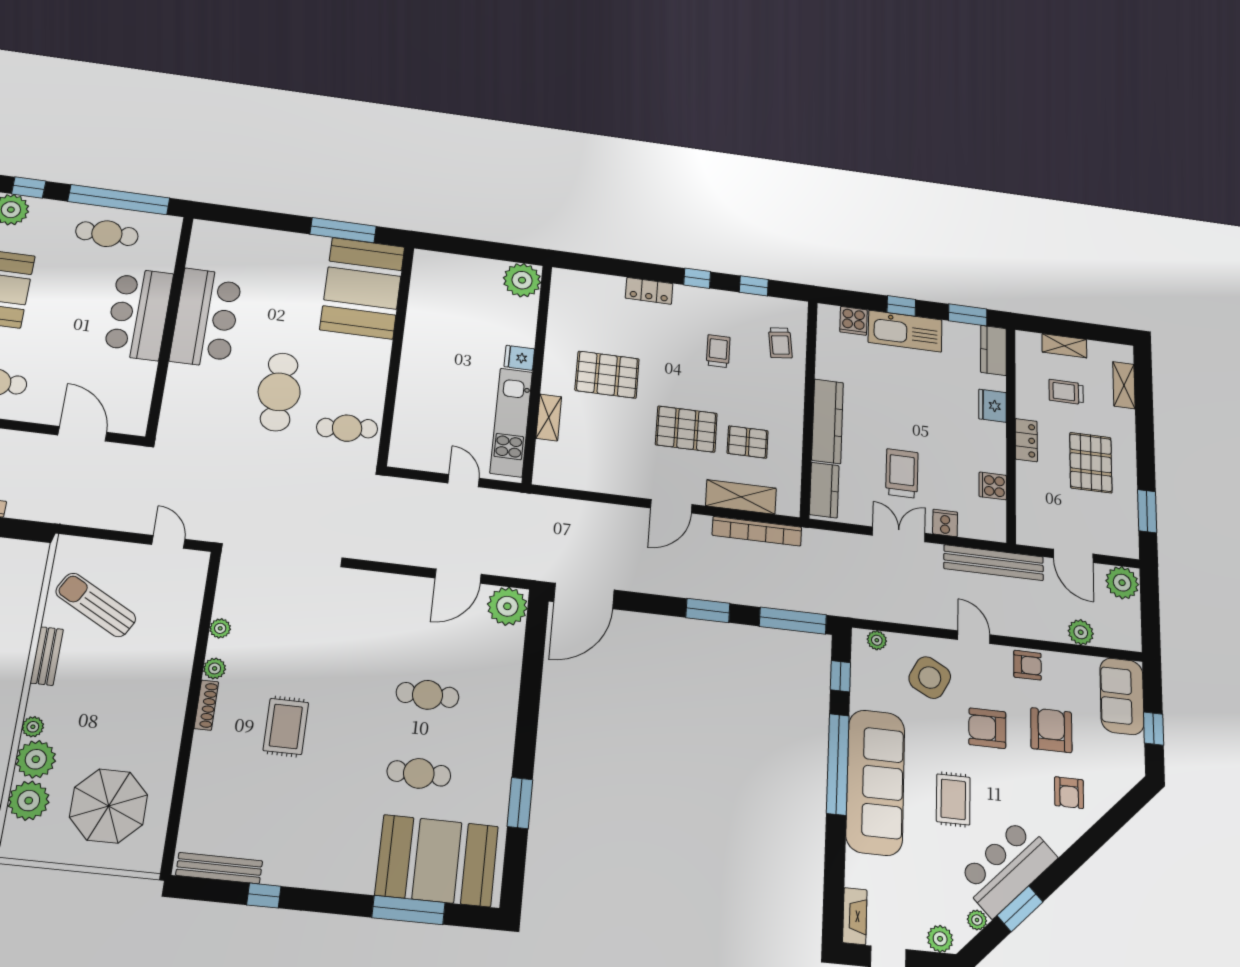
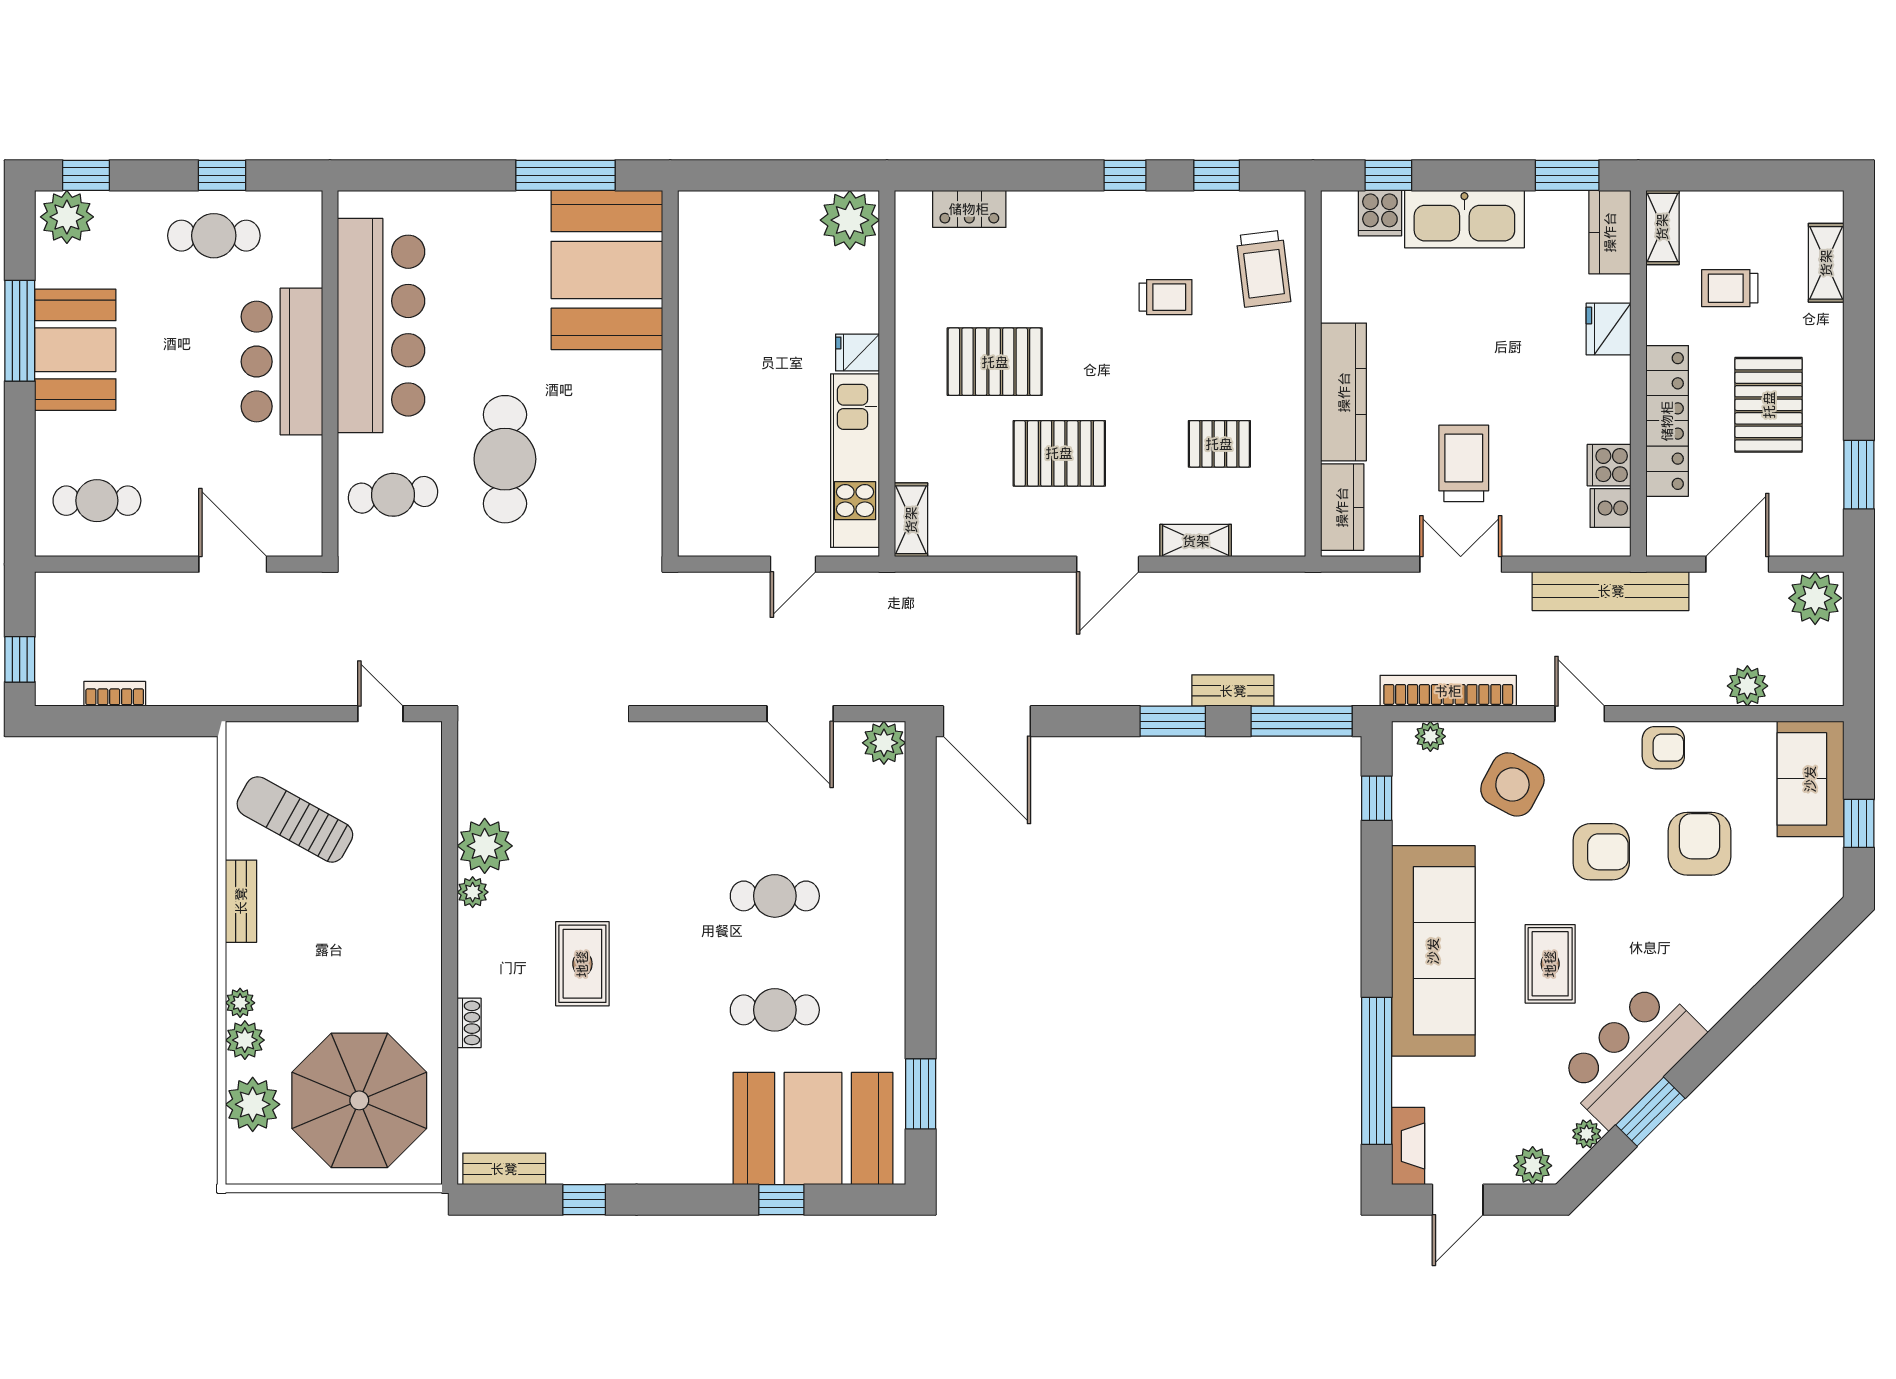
window: (119, 200) -> (222, 175), width x0.32
locker: (649, 291) -> (969, 209), moved
window: (901, 306) -> (1388, 175), moved
bar counter: (206, 318) -> (381, 326), width x1.36
trolley: (780, 343) -> (1263, 269), width x1.36, depth x1.39
shelving: (1064, 346) -> (1662, 227), moved, turned 90
trolley: (718, 351) -> (1166, 297), turned 90
shelving: (549, 417) -> (911, 520), moved
cafe table: (347, 428) -> (393, 495), moved
pallet: (686, 429) -> (1059, 453), moved
locker: (1026, 440) -> (1667, 421), width x2.16, depth x1.21
door: (464, 481) -> (793, 564), swing flipped
shelving: (741, 497) -> (1196, 541), width x0.67, depth x0.75
cooker: (945, 523) -> (1610, 508), moved, turned -90
bookcase: (757, 531) -> (1448, 691), moved, turned 180
door: (1073, 556) -> (1737, 564), swing flipped
door: (458, 576) -> (800, 714), hinge flipped
door: (584, 596) -> (987, 721), hinge flipped
bench: (749, 596) -> (1233, 691), added
plant: (507, 606) -> (884, 743), width x0.73, depth x0.73
plant: (220, 628) -> (485, 846), width x1.88, depth x1.88
shoe rack: (206, 705) -> (469, 1023), moved, width x0.70
armchair: (987, 728) -> (1601, 852), turned 180
plant: (36, 759) -> (245, 1040), width x0.73, depth x0.73
window: (838, 764) -> (1377, 1071), moved
armchair: (1069, 793) -> (1726, 935), removed
window: (520, 803) -> (921, 1094), moved
parasol: (109, 806) -> (359, 1100), width x1.36, depth x1.36
bench: (219, 868) -> (504, 1169), width x0.73
window: (408, 910) -> (781, 1200), width x0.46

